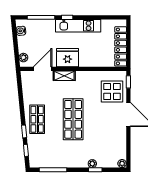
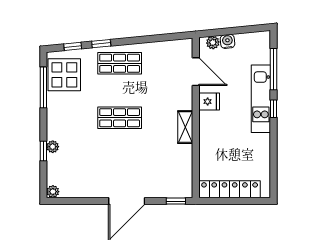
kitchen unit: (78, 26) -> (261, 99), moved
water cooler: (21, 31) -> (228, 41), moved
fridge: (68, 58) -> (209, 102), width x0.53, depth x0.75
shelving: (64, 76) -> (185, 127), moved
display table: (112, 91) -> (64, 75), moved
shop shelf: (73, 119) -> (120, 118), width x0.70, depth x0.74

